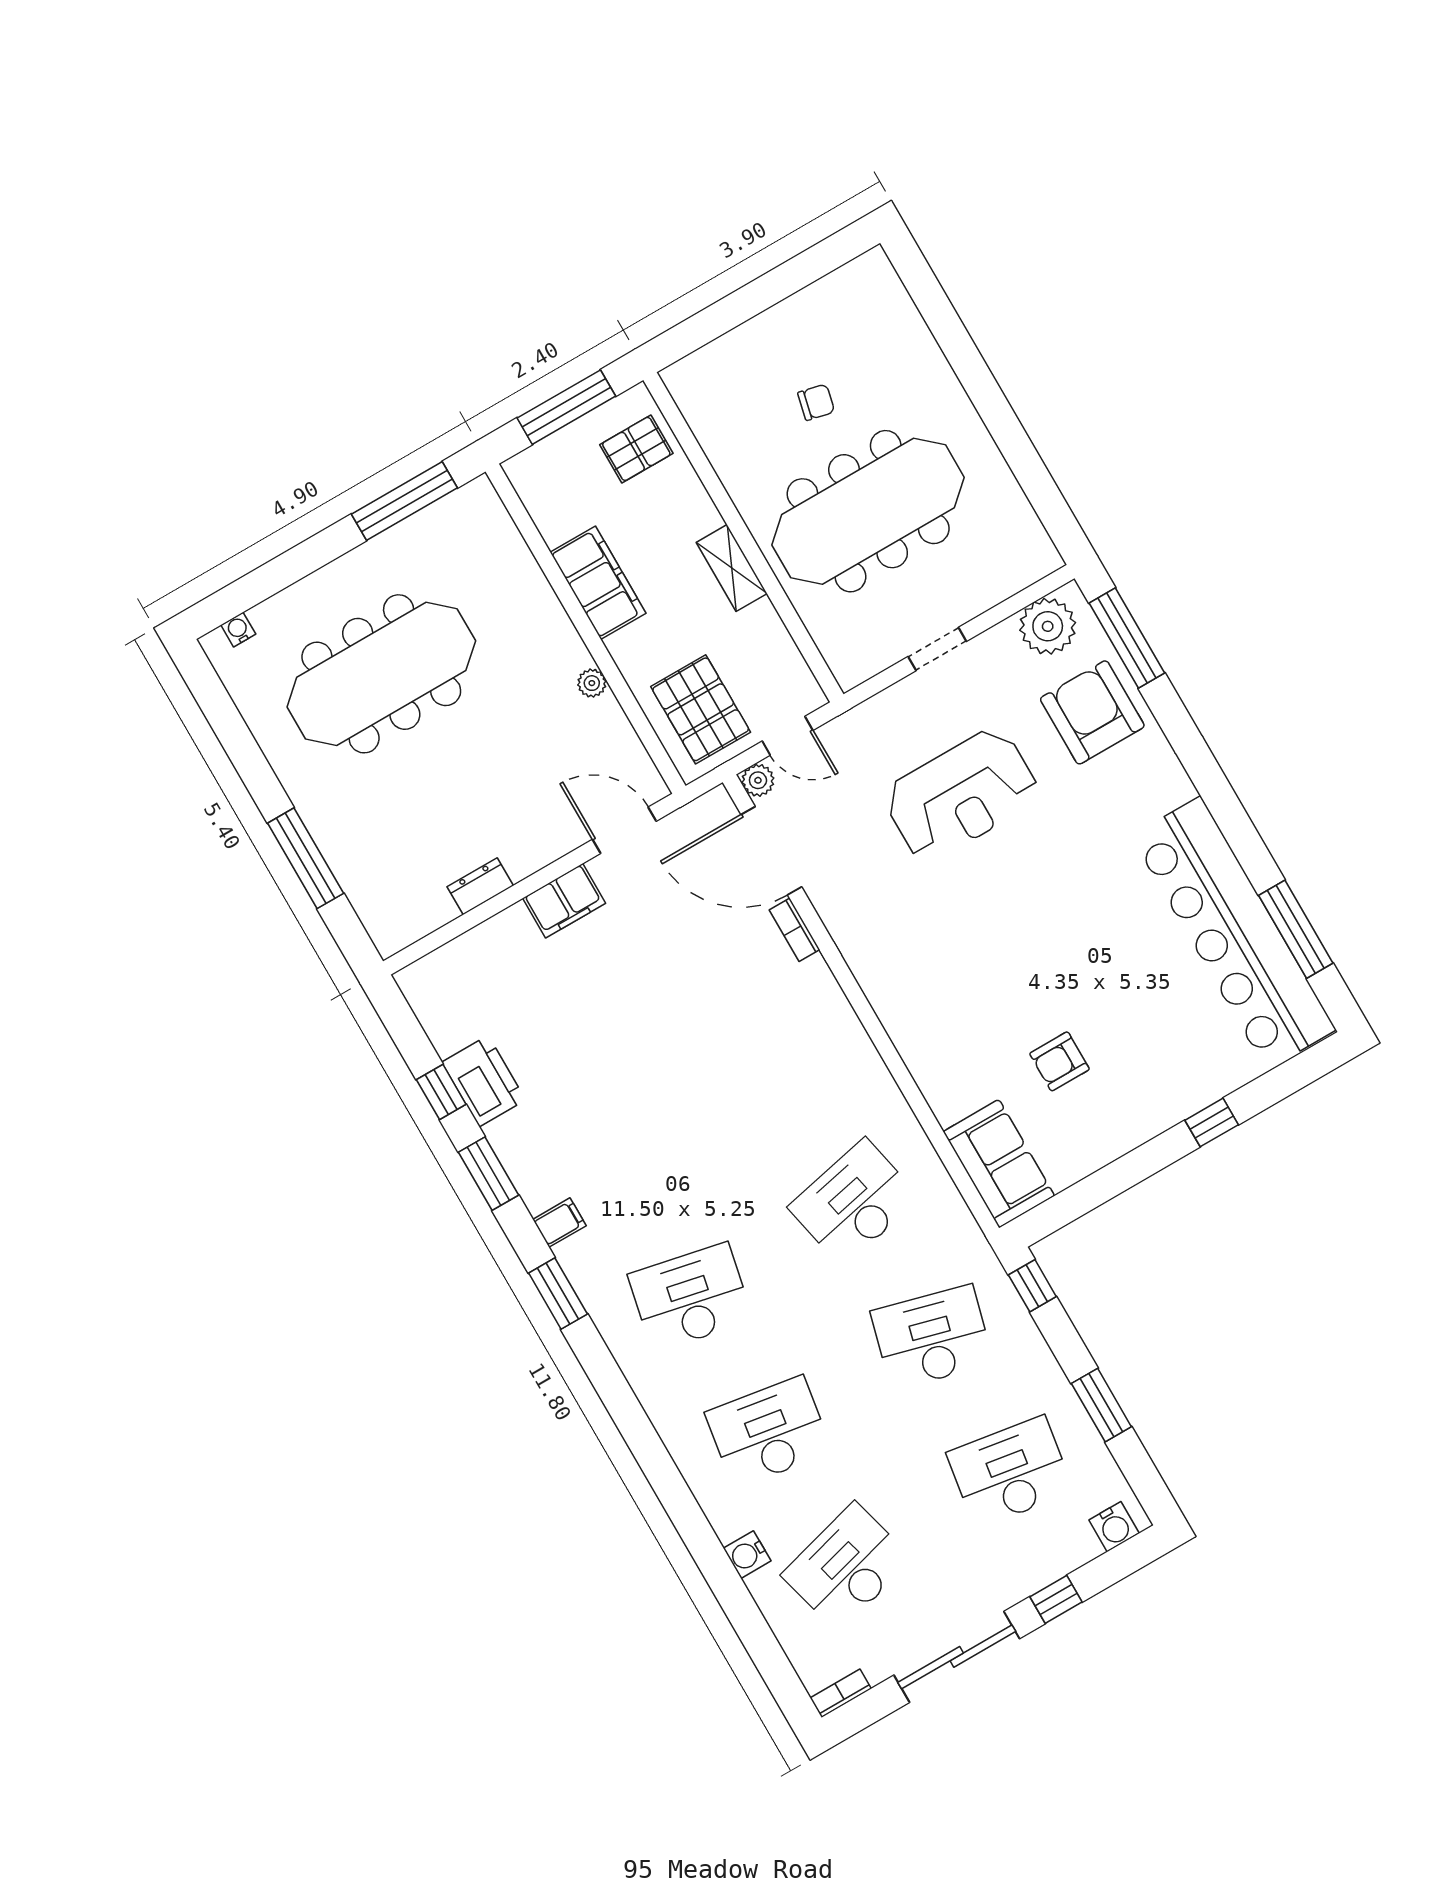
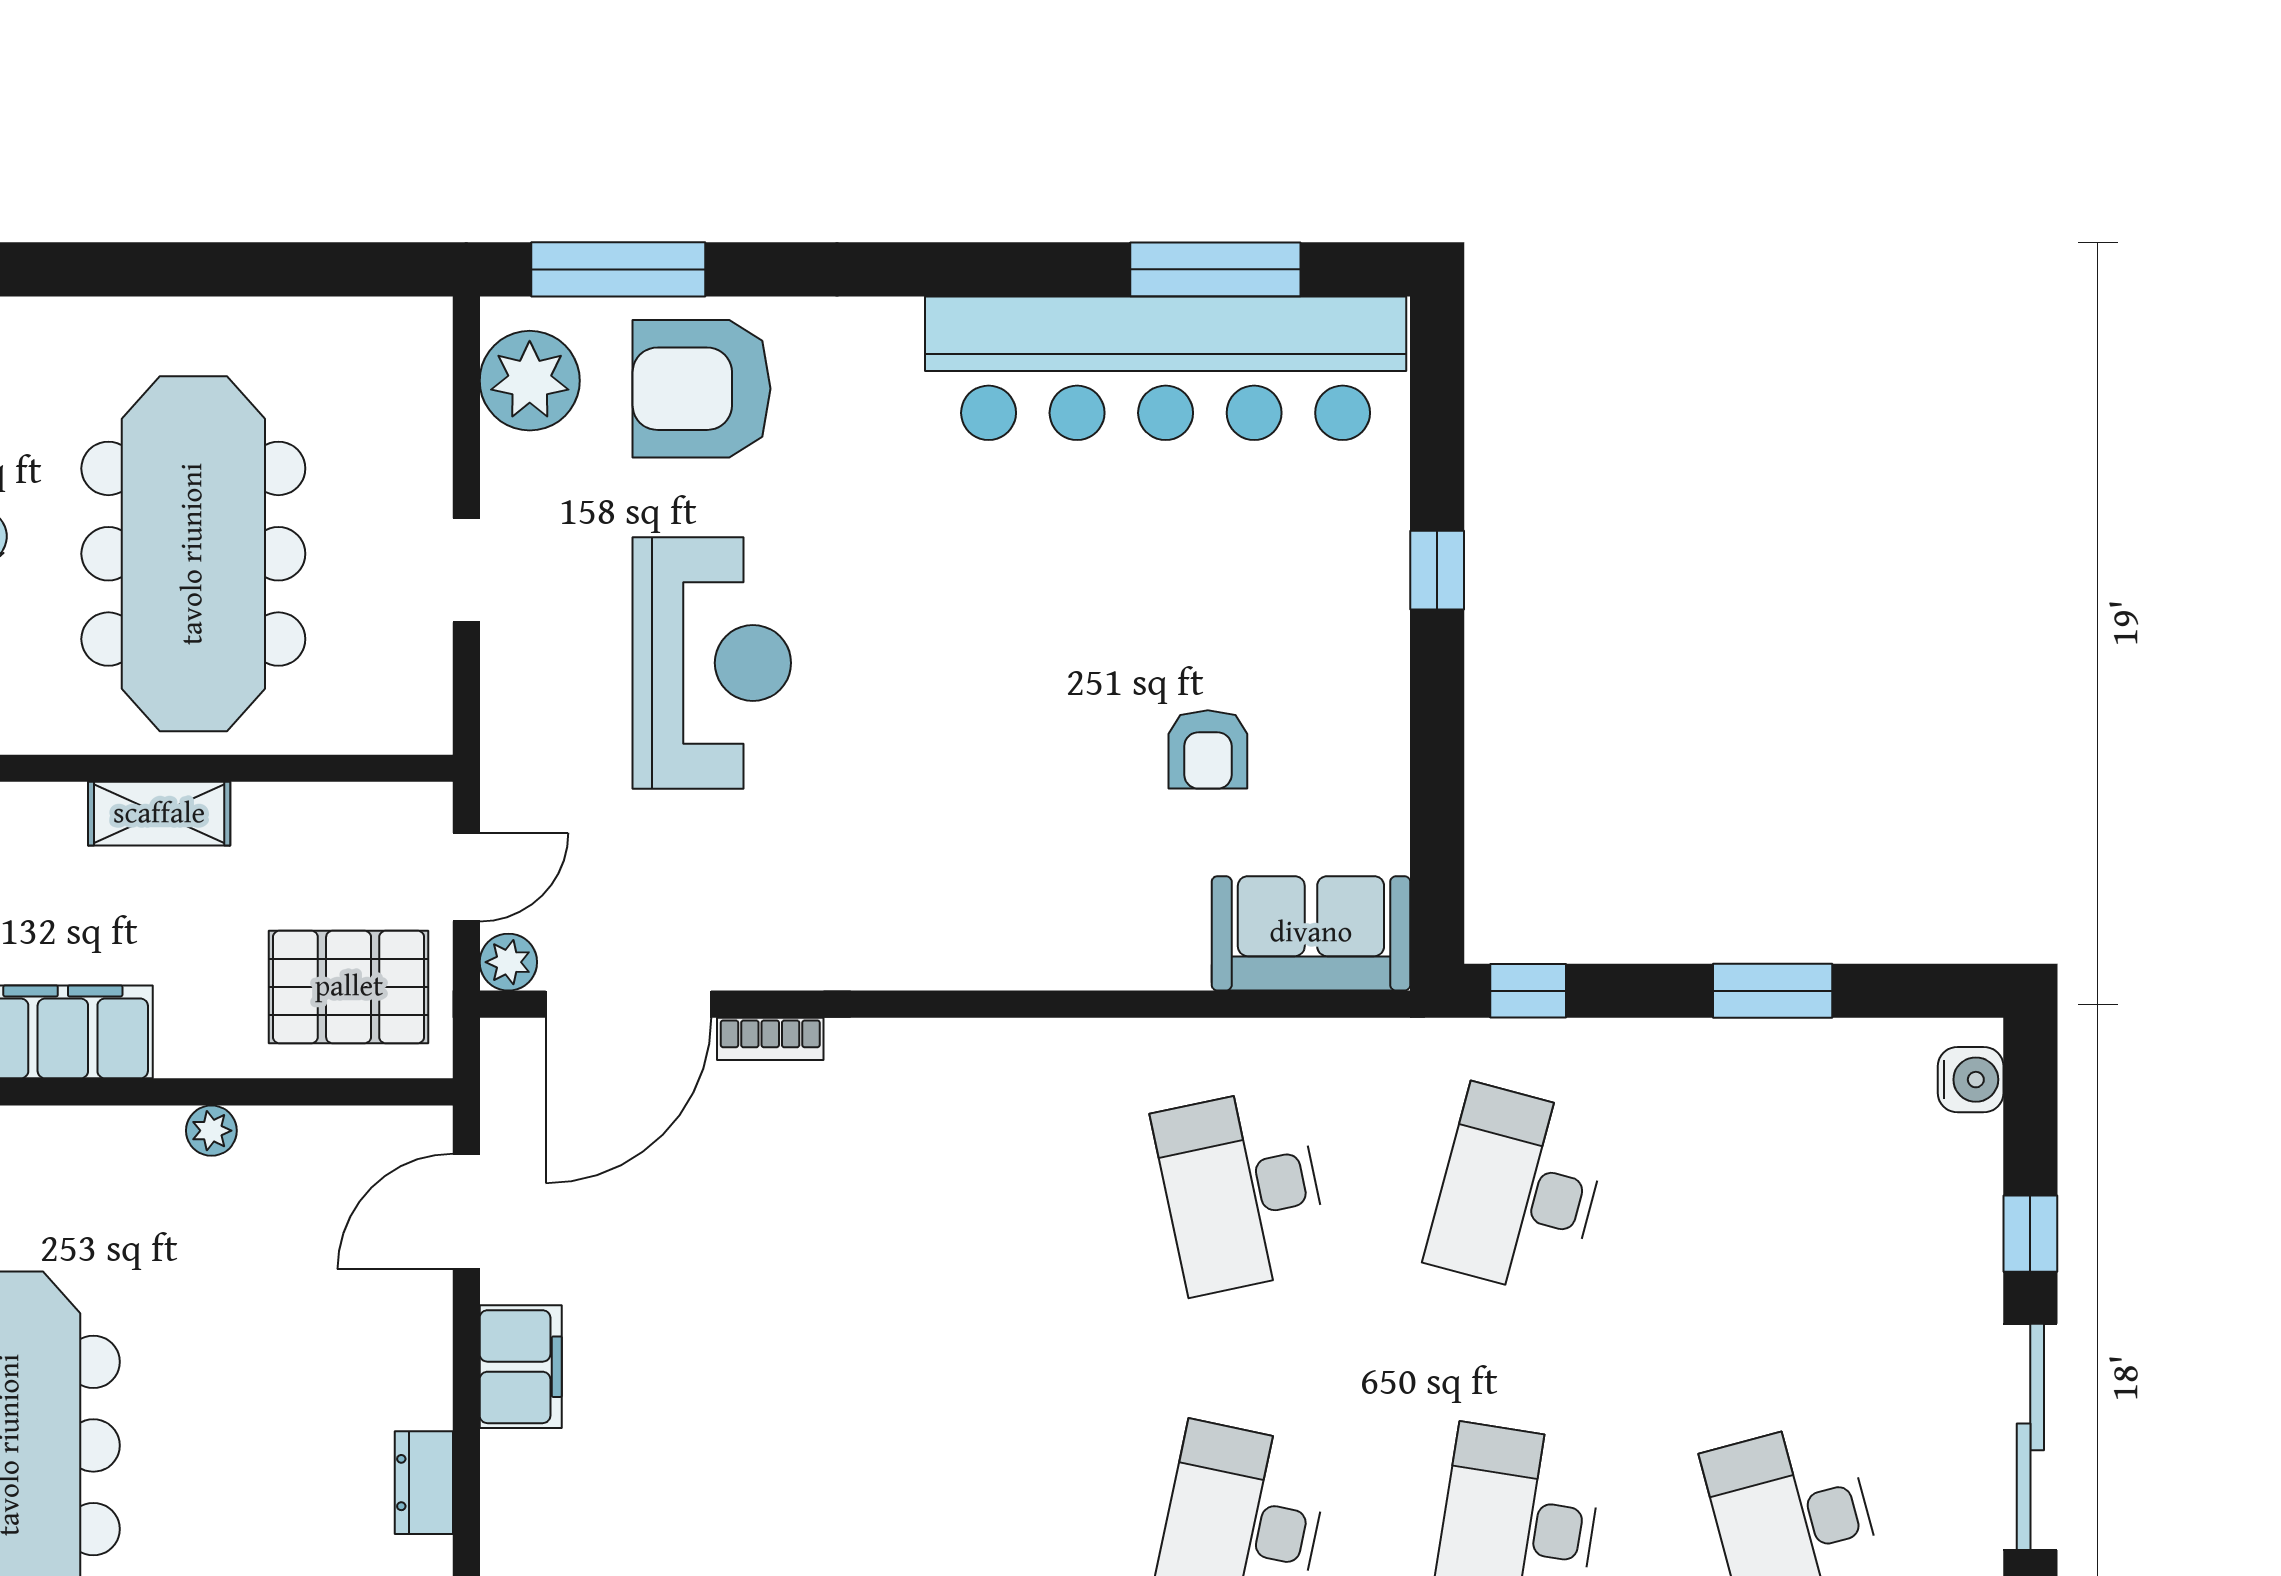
desk: (1010, 1472) -> (1794, 1191), removed

